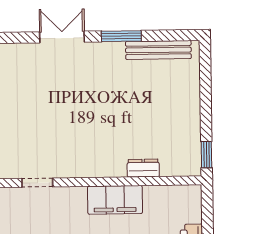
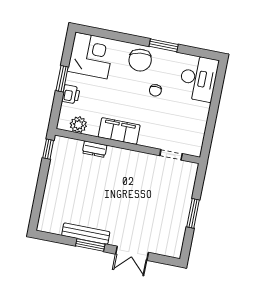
bench: (158, 50) -> (86, 234), moved
plant: (172, 197) -> (78, 125), added

